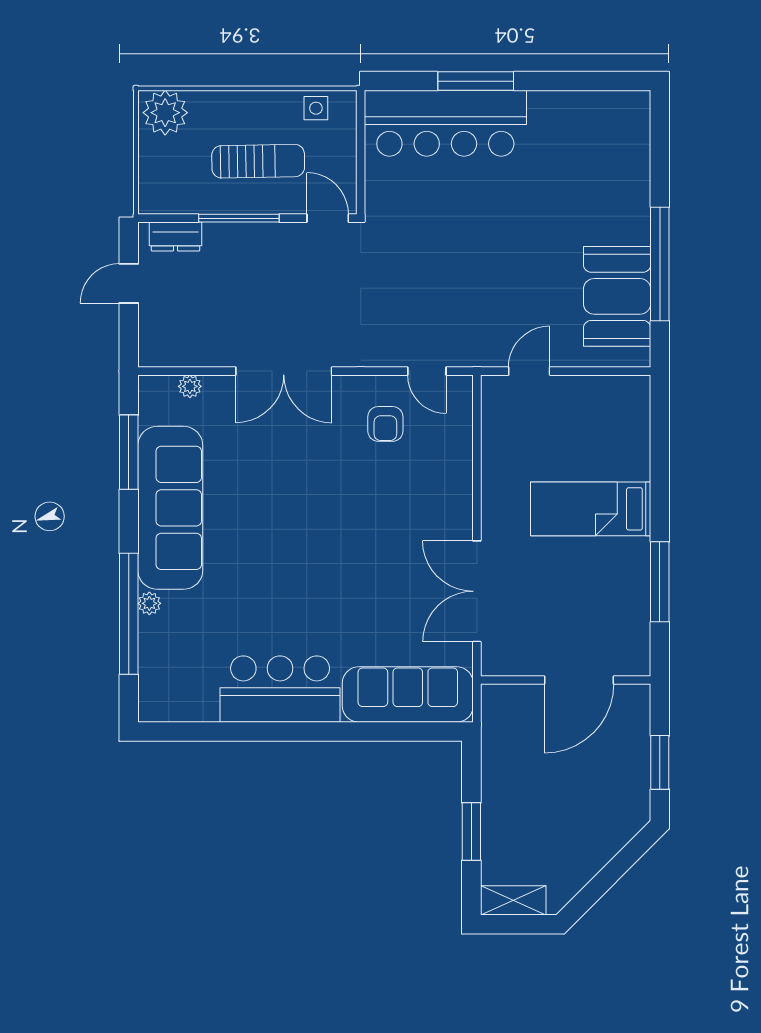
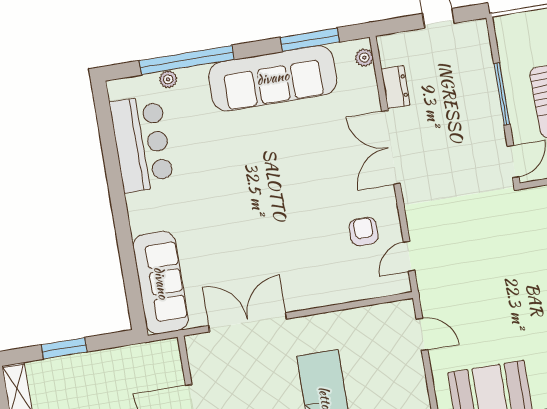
dresser: (176, 236) -> (395, 87), moved, turned 180
plant: (190, 386) -> (364, 58), moved
armchair: (385, 424) -> (364, 231), turned 90
plant: (149, 603) -> (168, 79), moved
bar counter: (280, 689) -> (142, 144), moved

